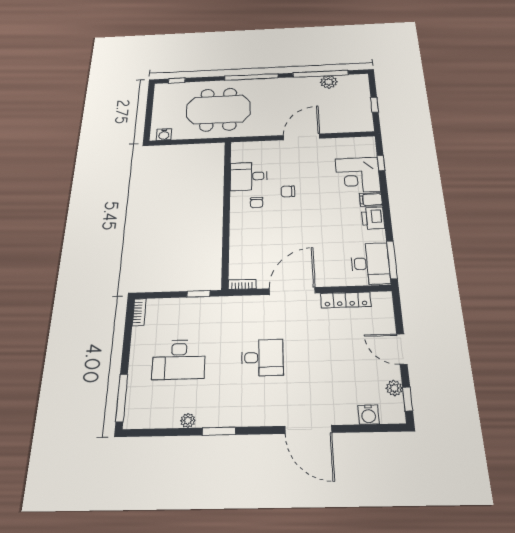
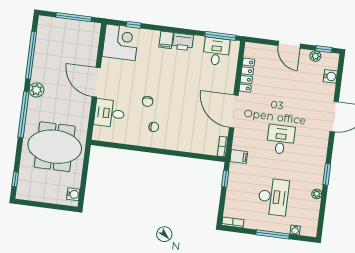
plant: (329, 82) -> (36, 90), moved
window: (375, 105) -> (74, 17), width x2.17
meeting table: (218, 110) -> (55, 147), turned 90
corner desk: (358, 175) -> (121, 42), moved, turned -90
desk: (249, 176) -> (109, 113), moved, turned 90
desk: (370, 264) -> (216, 51), width x0.73
filing cabinet: (231, 306) -> (239, 157), added
door: (402, 349) -> (289, 45), hinge flipped
water cooler: (132, 397) -> (295, 230), added
window: (122, 398) -> (273, 234), moved

